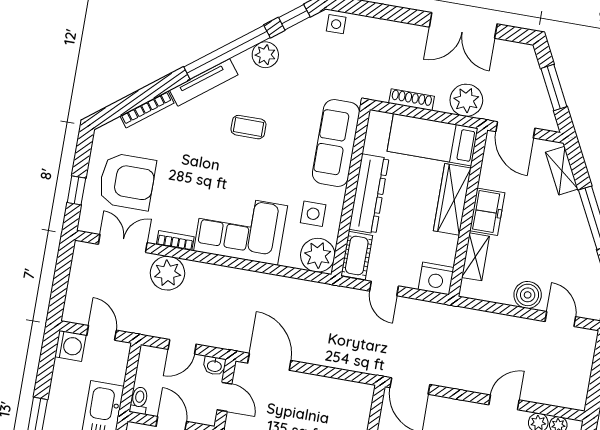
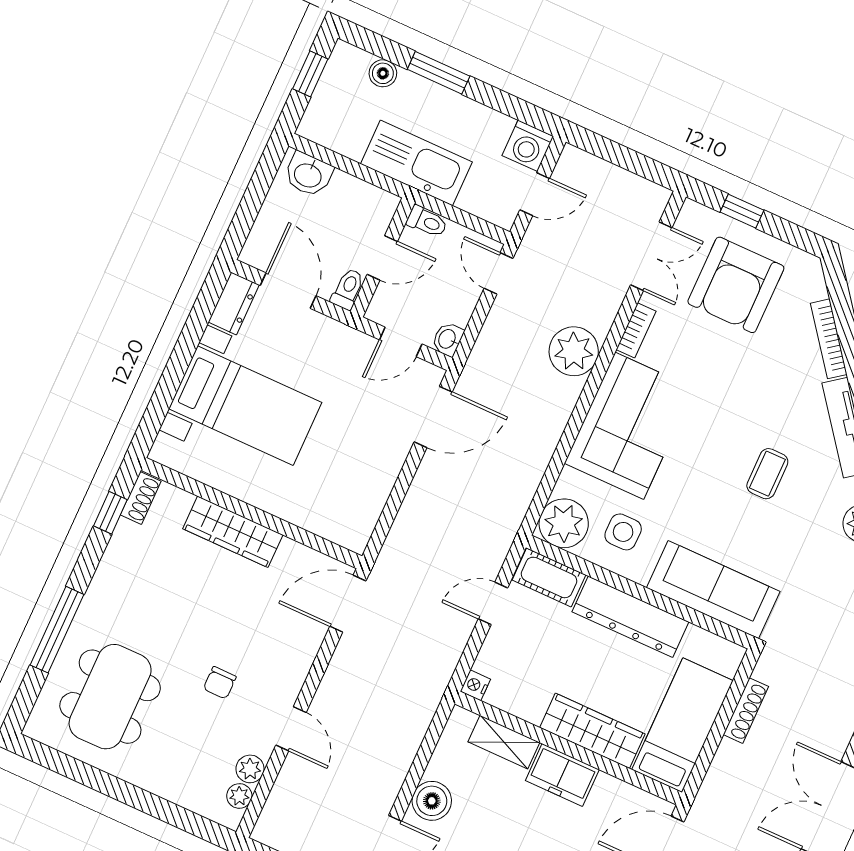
plant: (466, 100) -> (725, 787), removed
plant: (167, 273) -> (574, 351), moved
nightstand: (436, 279) -> (475, 685), width x0.53, depth x0.56
door: (182, 347) -> (498, 273), moved

